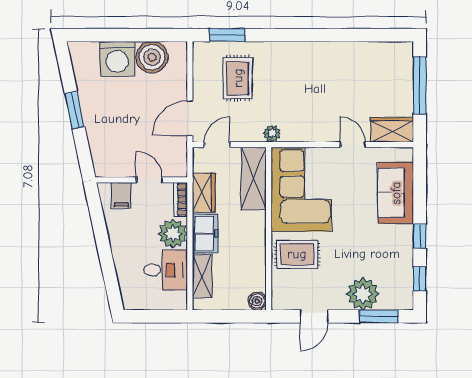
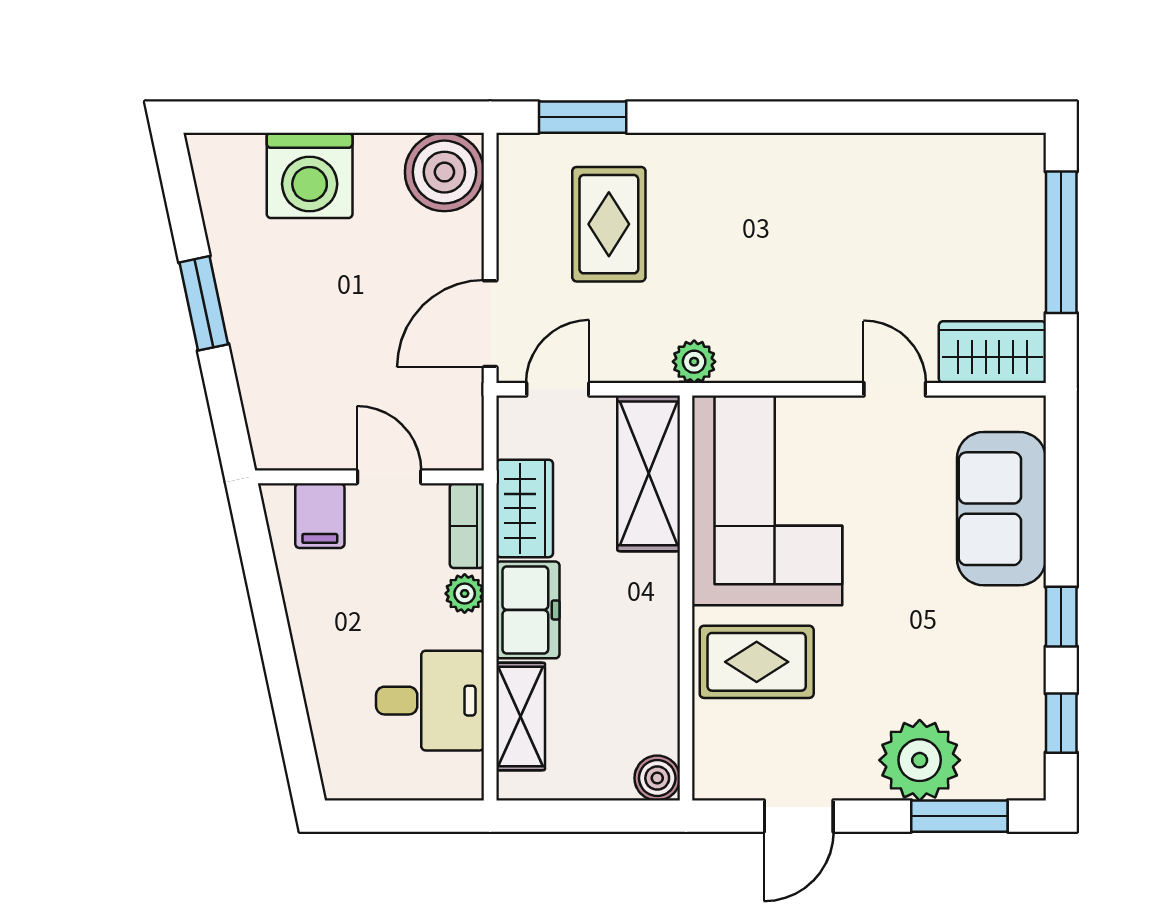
boiler: (152, 57) -> (444, 172), moved
plant: (173, 234) -> (465, 593), width x0.53, depth x0.53

